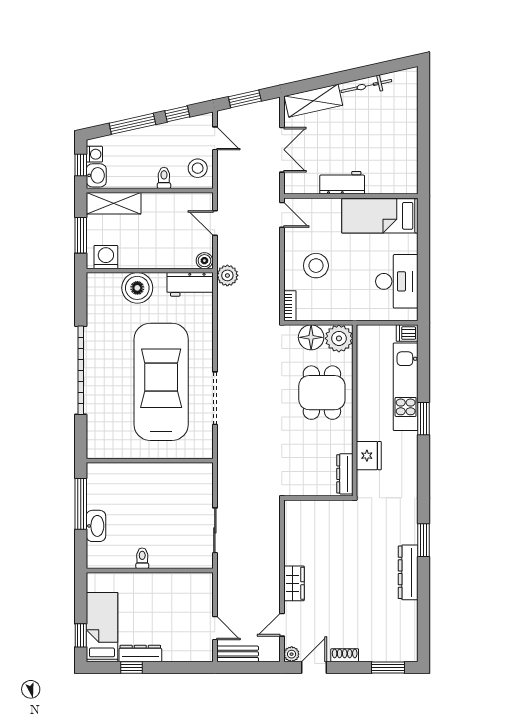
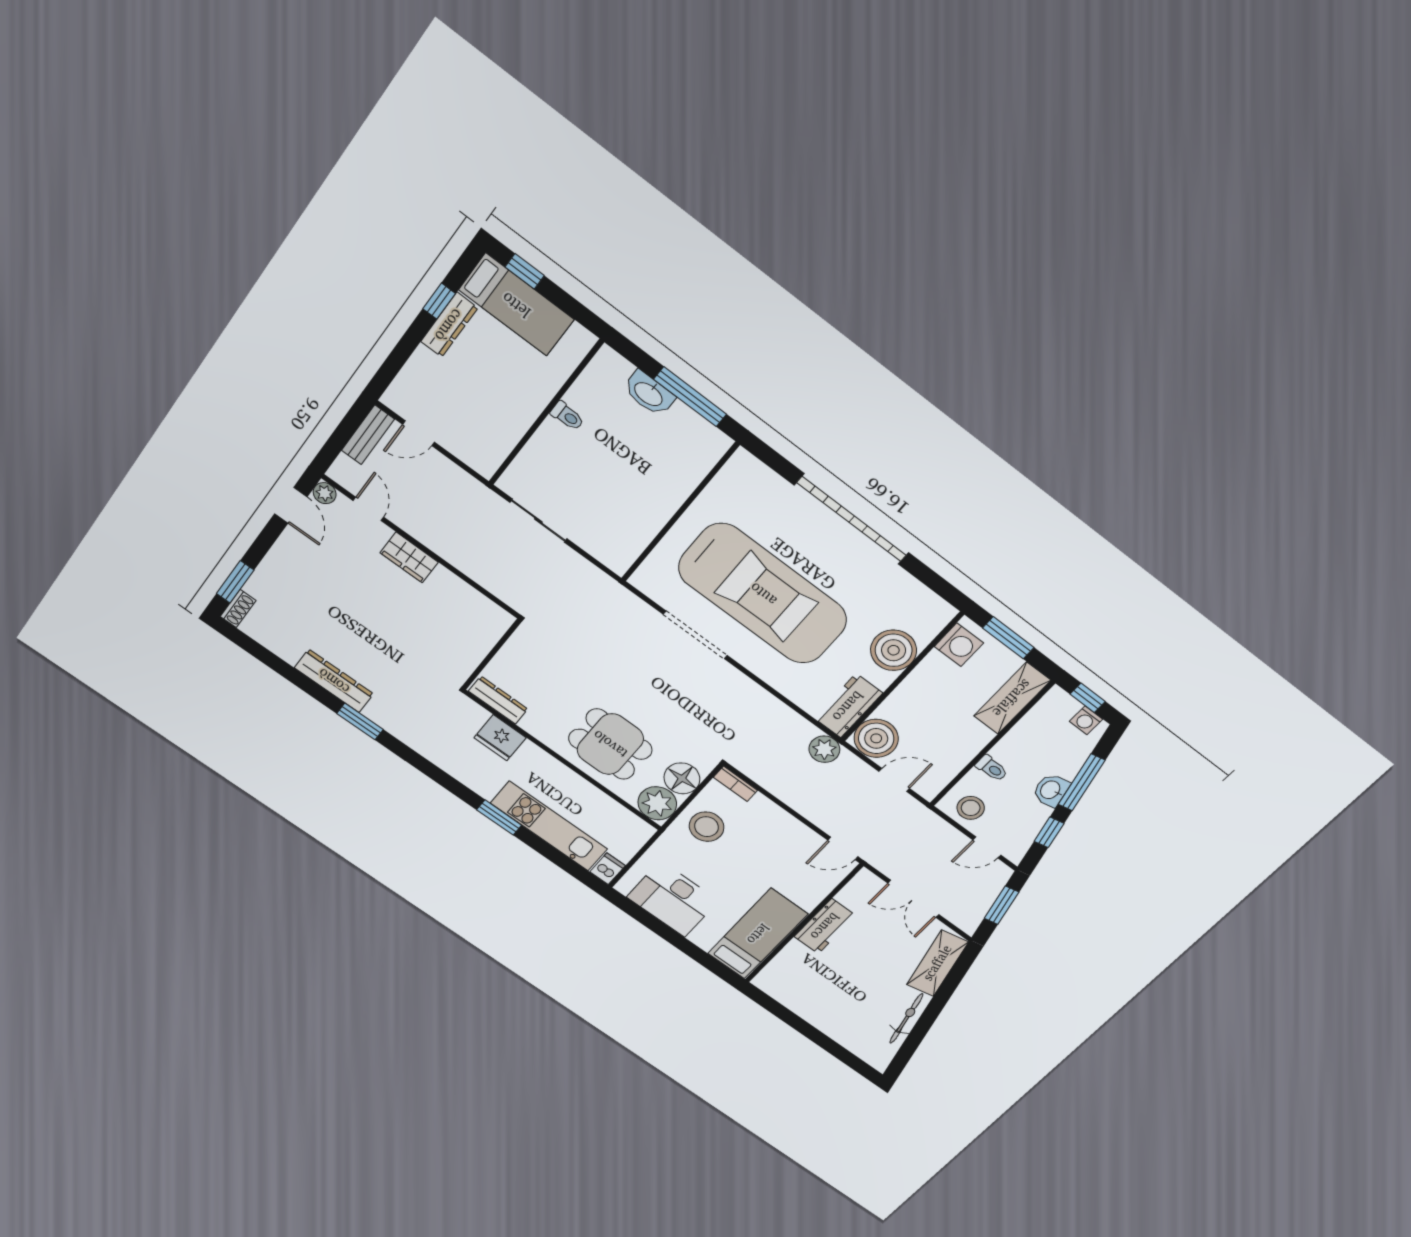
washbasin: (96, 175) -> (1051, 790), moved, turned 77
boiler: (204, 261) -> (876, 738), width x1.86, depth x1.86
stool: (316, 266) -> (707, 827), moved
shoe rack: (345, 655) -> (238, 609), moved

